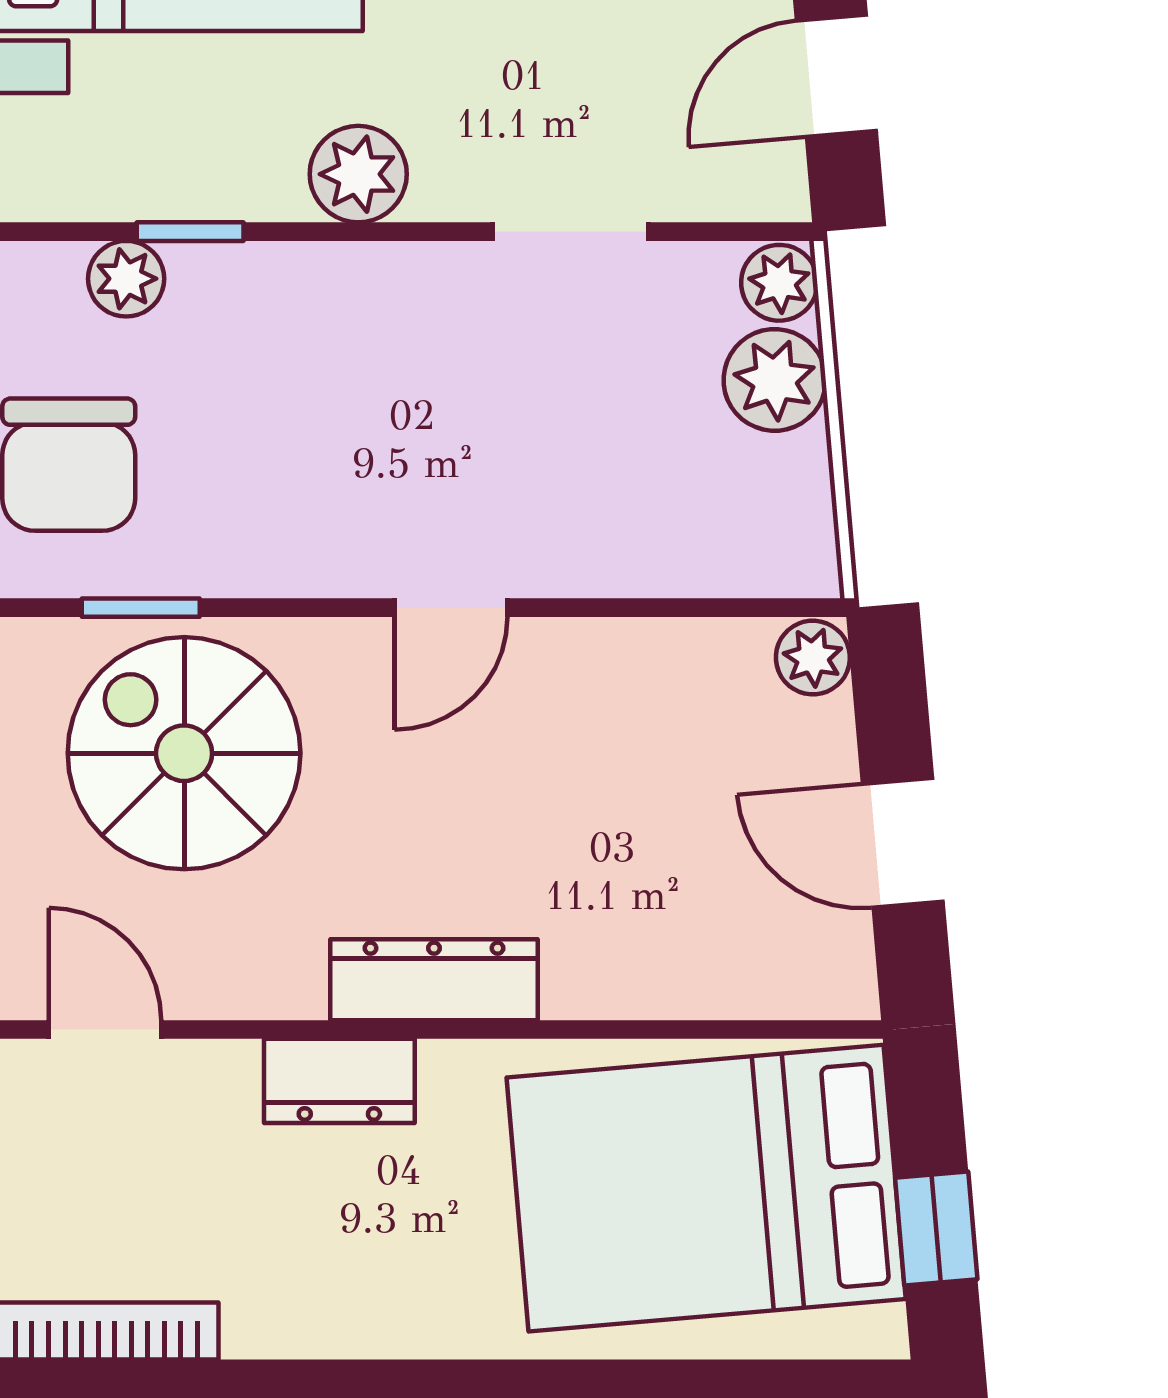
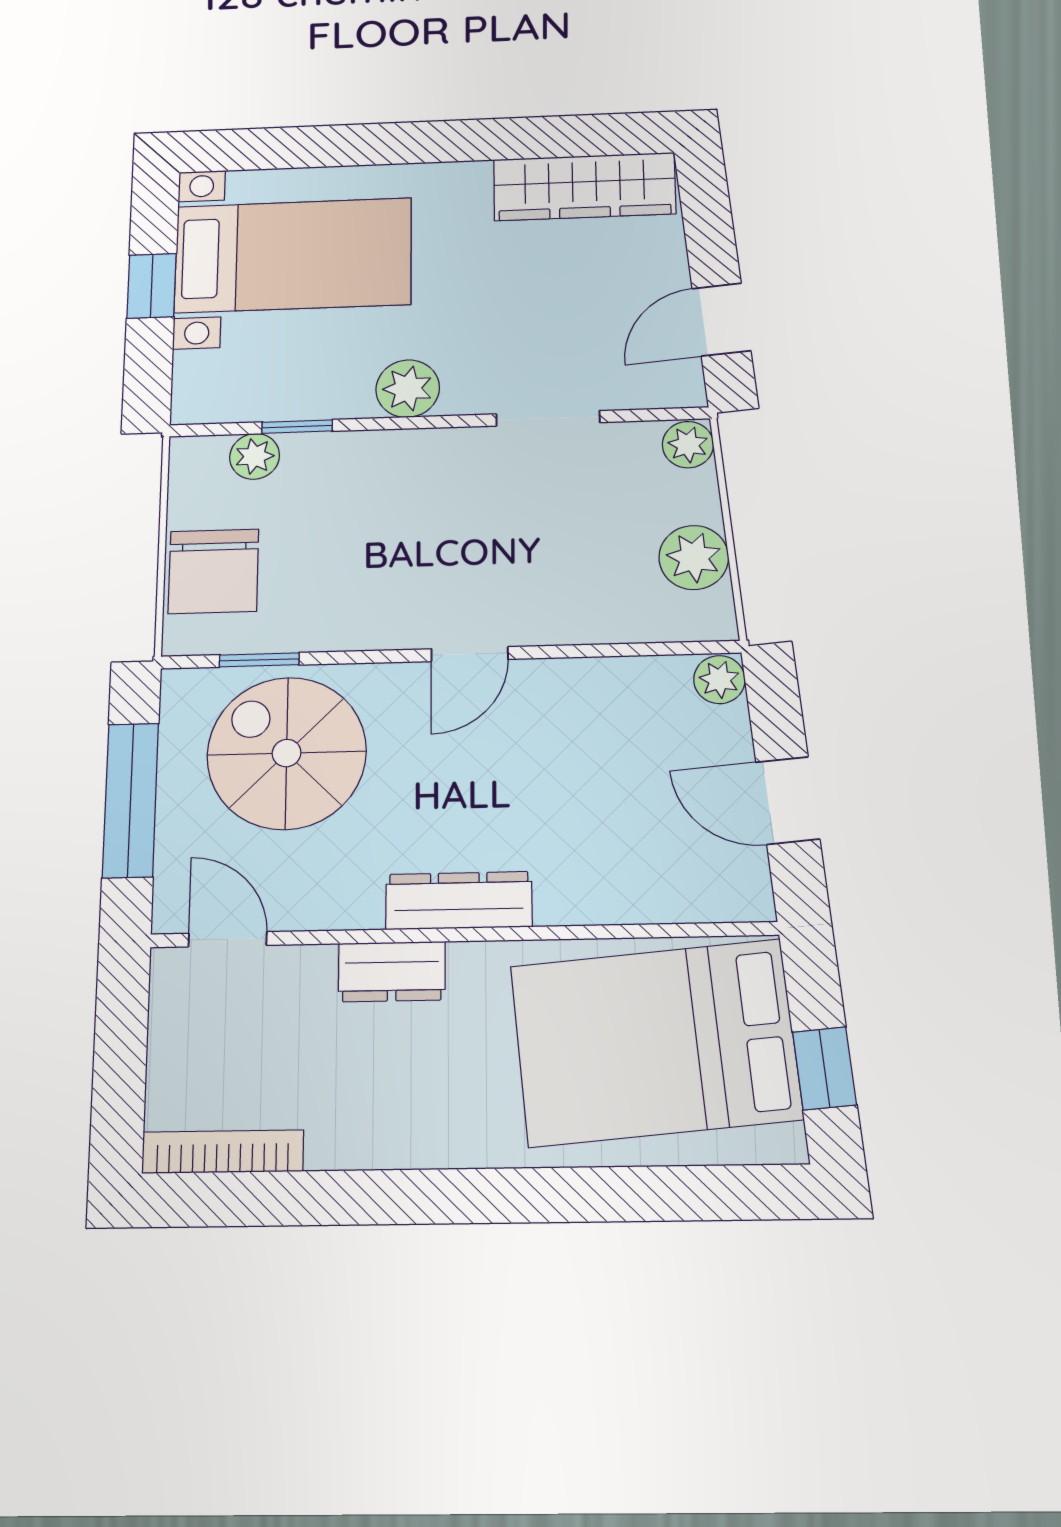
plant: (775, 380) -> (694, 557), moved

